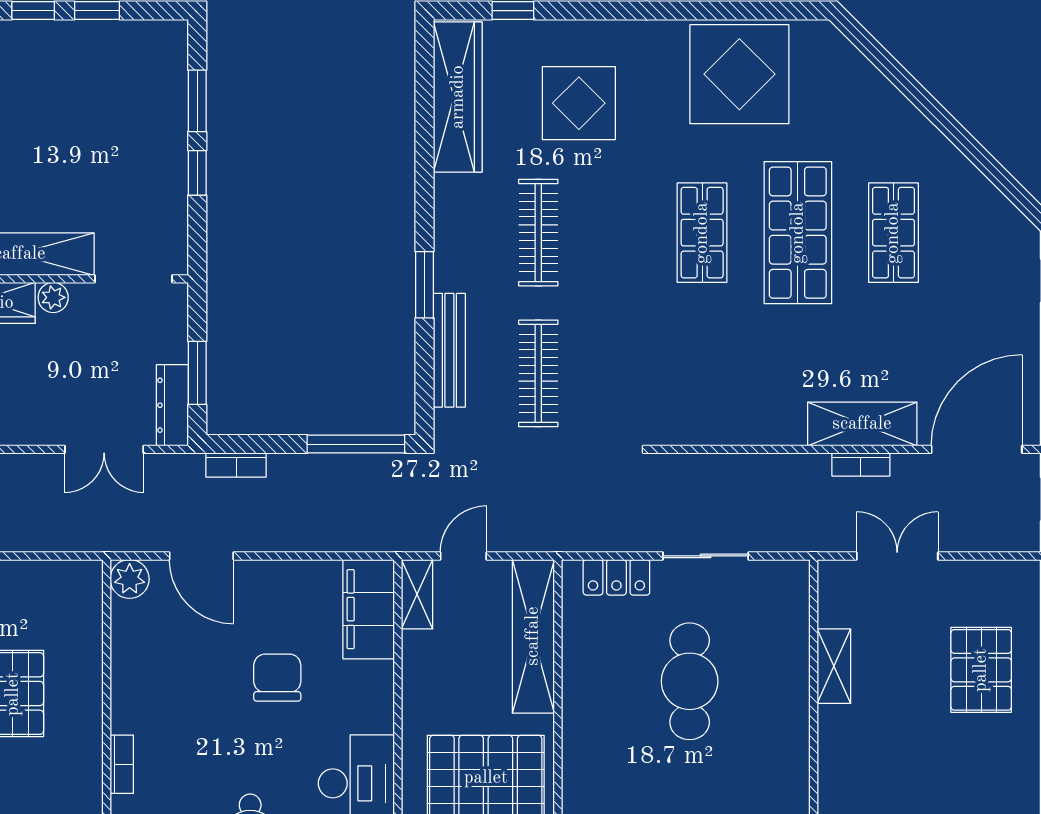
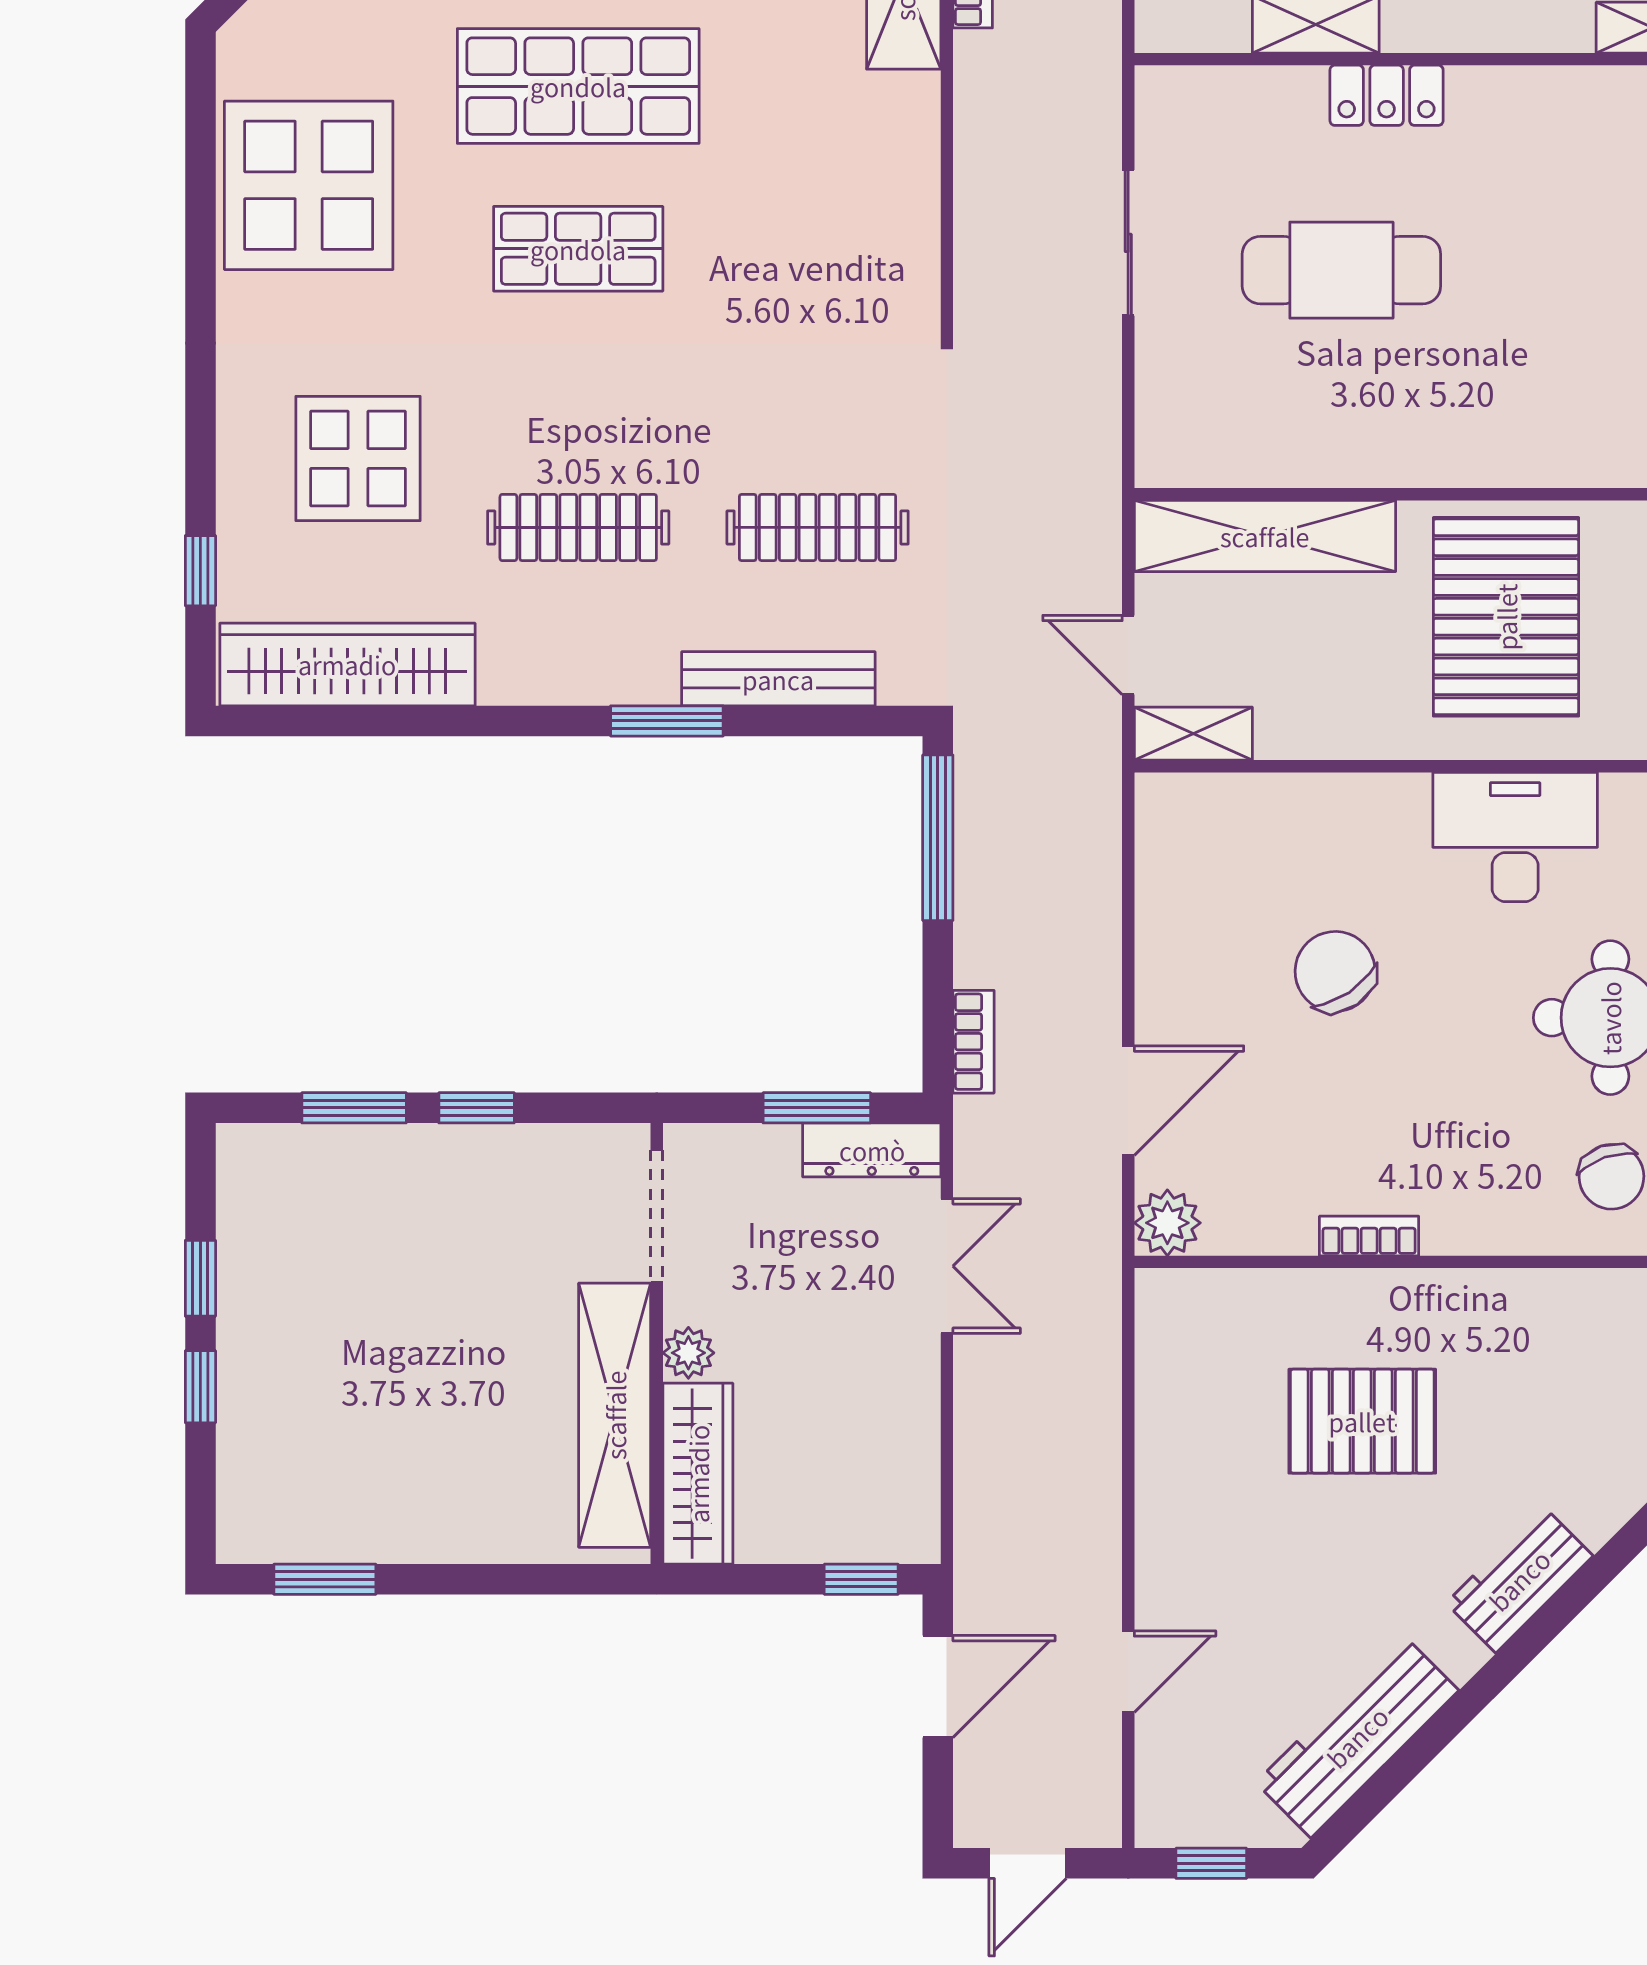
locker: (616, 577) -> (1387, 95), moved, turned 90
filing cabinet: (369, 609) -> (1219, 816), removed
chair: (277, 678) -> (1335, 971), turned 56
bookcase: (122, 764) -> (1369, 1236), moved

